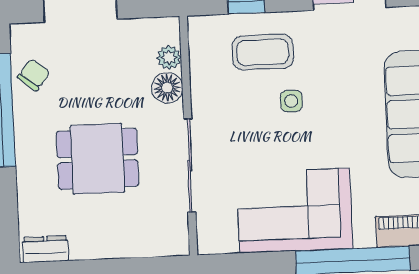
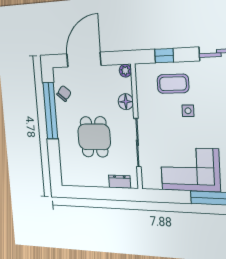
plant: (169, 57) -> (125, 71), moved
dining table: (98, 159) -> (94, 137), turned 90
dresser: (46, 249) -> (120, 182), moved

